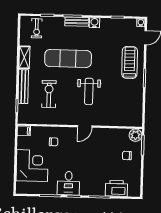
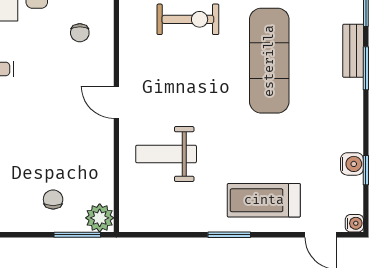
bench: (77, 22) -> (353, 51), moved
water cooler: (94, 23) -> (352, 164), moved
treadmill: (130, 63) -> (264, 200), turned 180
weight bench: (89, 91) -> (166, 154), moved

